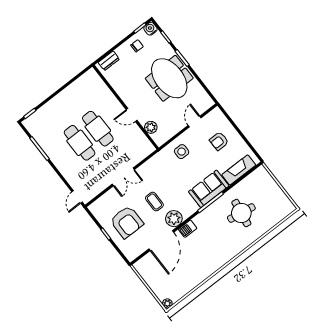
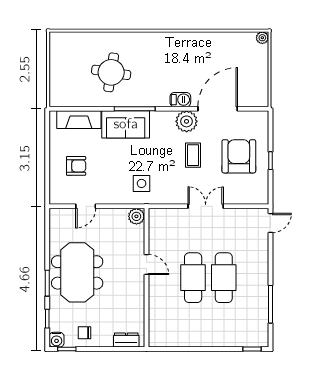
plant: (151, 127) -> (136, 216), moved
side table: (182, 152) -> (142, 183), moved

